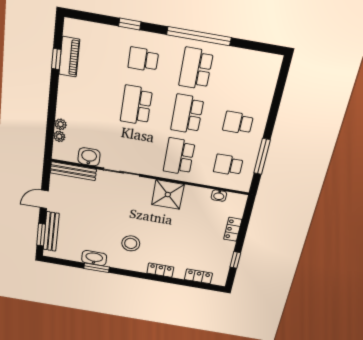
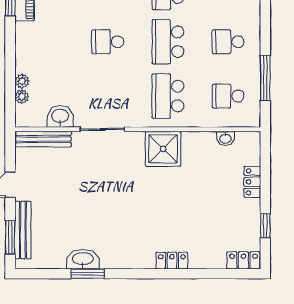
school desk: (136, 105) -> (108, 42), width x0.54
stool: (131, 243) -> (127, 228), removed
locker: (198, 276) -> (243, 260), moved

